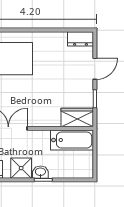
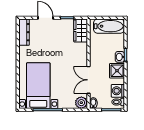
dresser: (80, 39) -> (24, 32), width x1.44
bathtub: (72, 140) -> (109, 26), moved, turned 90

